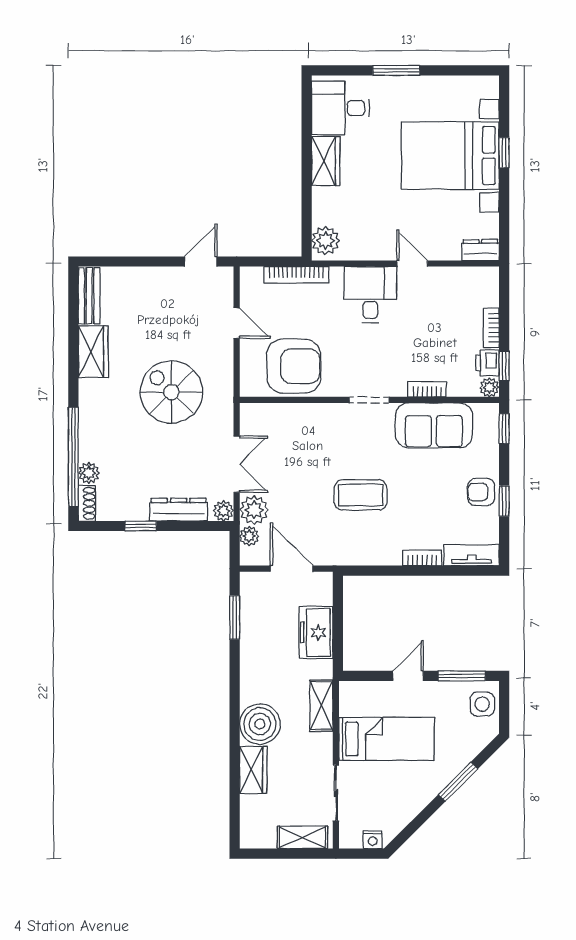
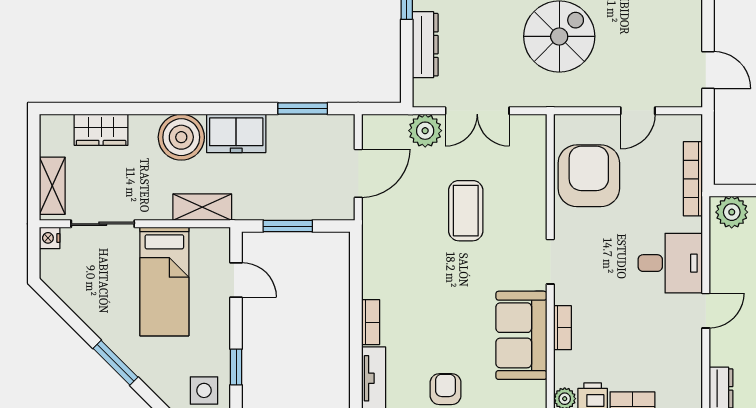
armchair: (294, 366) -> (589, 176), turned 180
coffee table: (361, 495) -> (466, 211), moved
plant: (223, 511) -> (424, 96), removed
plant: (249, 536) -> (395, 125), removed
window: (338, 631) -> (288, 226), added
freezer: (316, 632) -> (236, 133), moved, turned 180
door: (408, 676) -> (236, 280), moved
window: (462, 676) -> (236, 367), width x0.67
wardrobe: (253, 770) -> (101, 130), moved
nightstand: (373, 840) -> (50, 238), moved

